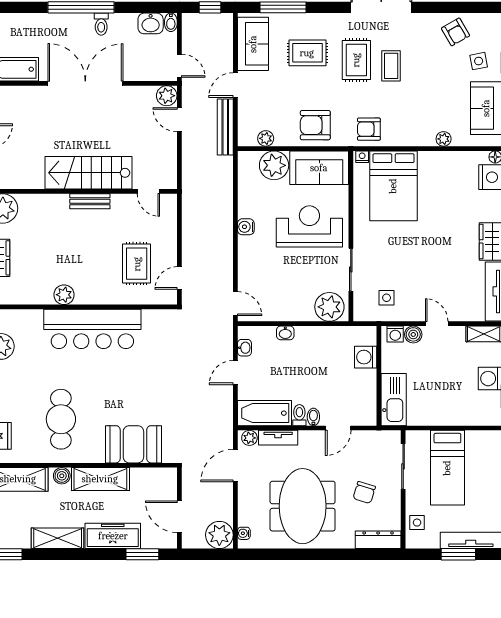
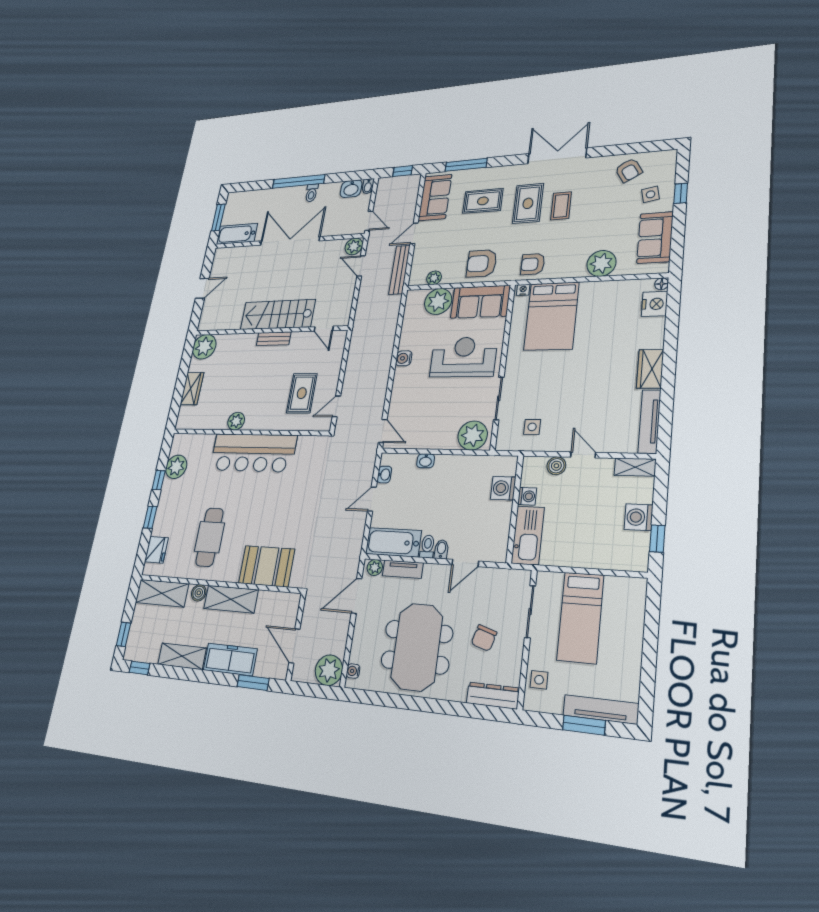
plant: (444, 139) -> (601, 263), width x1.87, depth x1.87
washing machine: (395, 334) -> (527, 496), moved, turned -90

